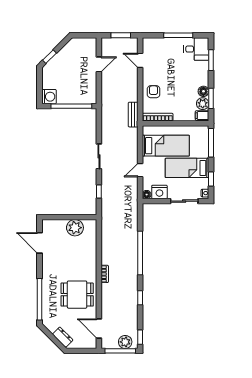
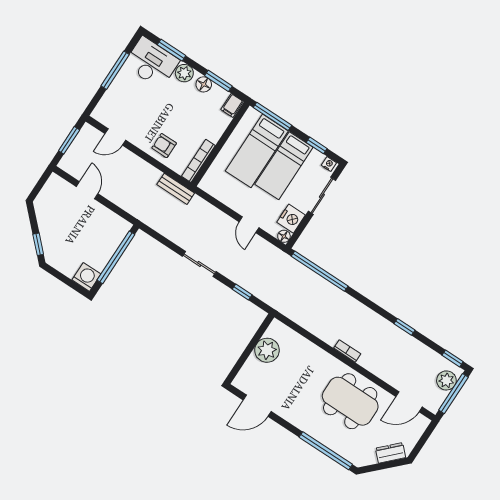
desk: (196, 49) -> (152, 63), width x1.37
plant: (203, 104) -> (184, 73), moved
bed: (166, 146) -> (257, 151), moved, turned 180
window: (140, 253) -> (320, 271), moved
dining table: (77, 295) -> (350, 401), width x1.38

